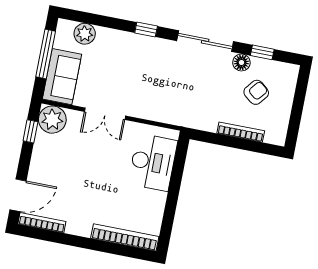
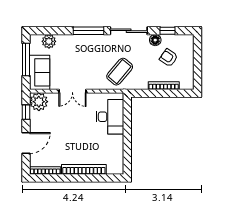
window: (146, 30) -> (89, 31), width x2.17
armchair: (256, 92) -> (169, 58), turned -95
coffee table: (180, 99) -> (120, 72), added
door: (18, 195) -> (26, 143), moved
bookcase: (125, 237) -> (84, 169), moved

